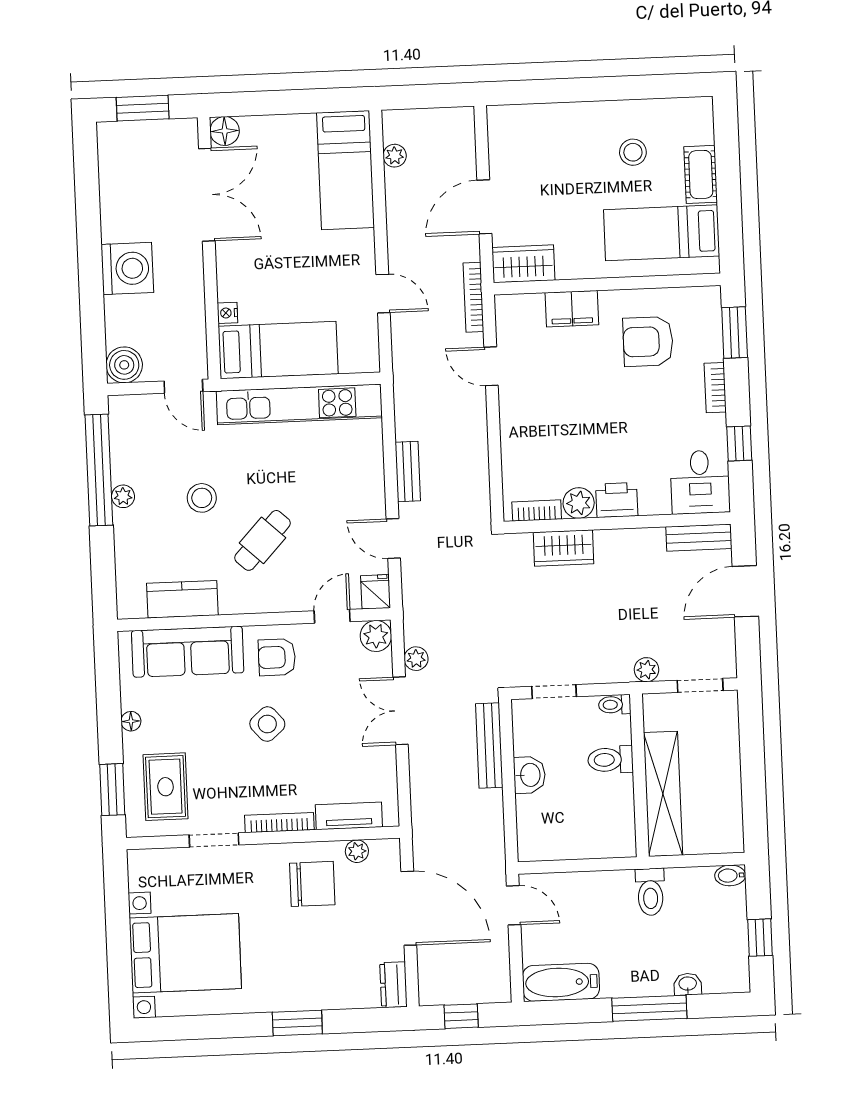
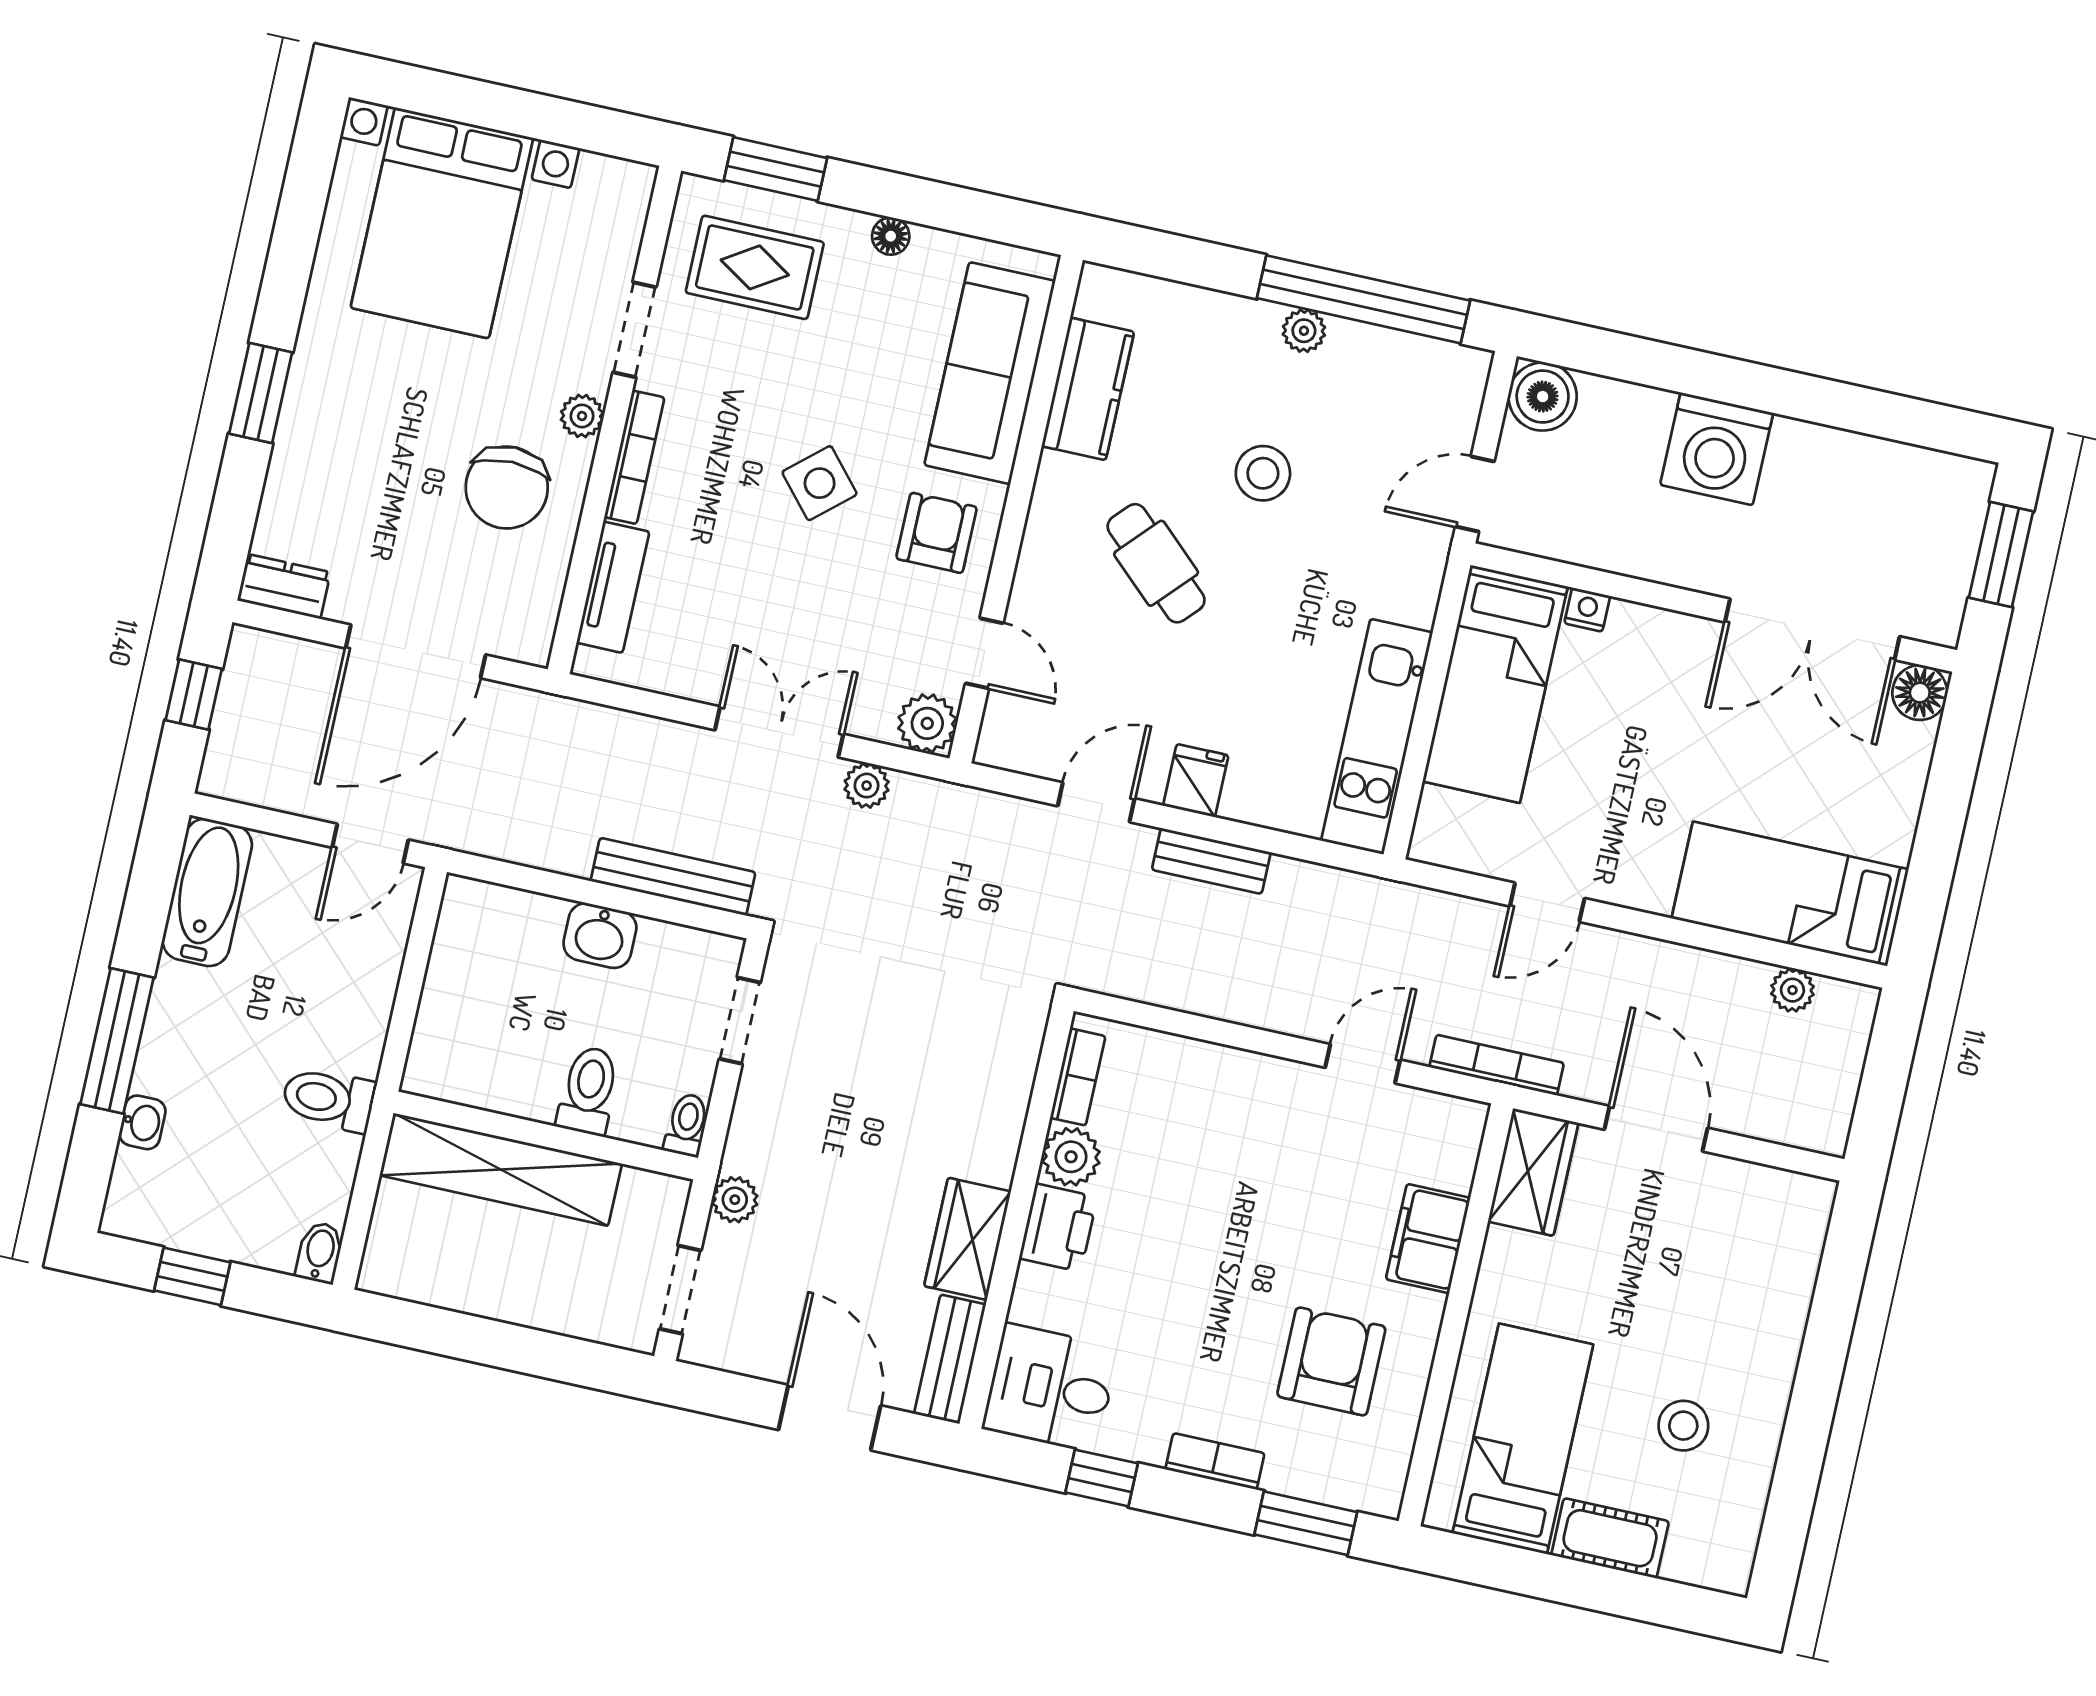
kitchen unit: (299, 404) -> (1377, 737), width x0.73
wardrobe: (564, 548) -> (968, 1239), moved
fridge: (376, 592) -> (1196, 781), moved, turned -90
plant: (357, 851) -> (582, 416), moved

